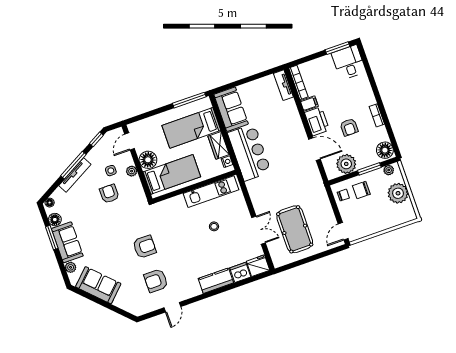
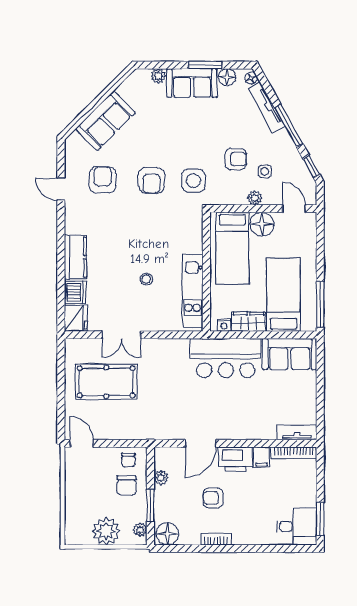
plant: (346, 164) -> (161, 478), width x0.53, depth x0.53
tv unit: (75, 175) -> (267, 108), moved
chair: (361, 190) -> (127, 485), turned 180
side table: (135, 218) -> (193, 181), added
sofa: (98, 285) -> (105, 121), moved

